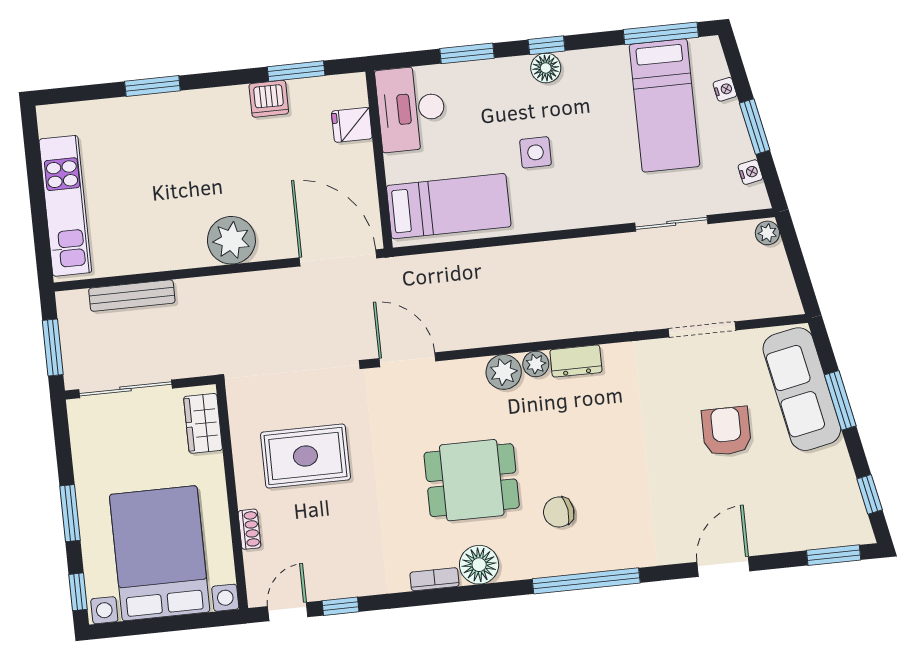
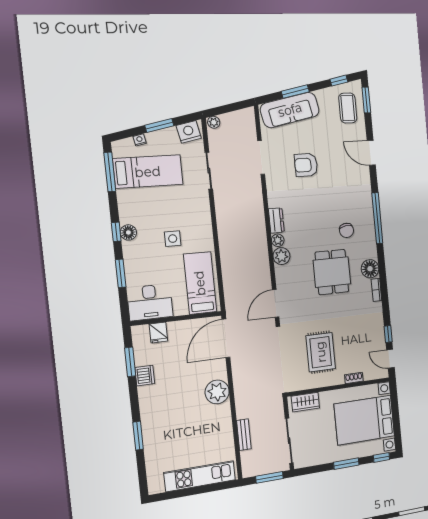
nightstand: (750, 172) -> (189, 132), width x1.89, depth x1.79
bench: (132, 296) -> (244, 435), width x0.73
armchair: (726, 431) -> (306, 165), moved
coffee table: (814, 514) -> (348, 108), added

